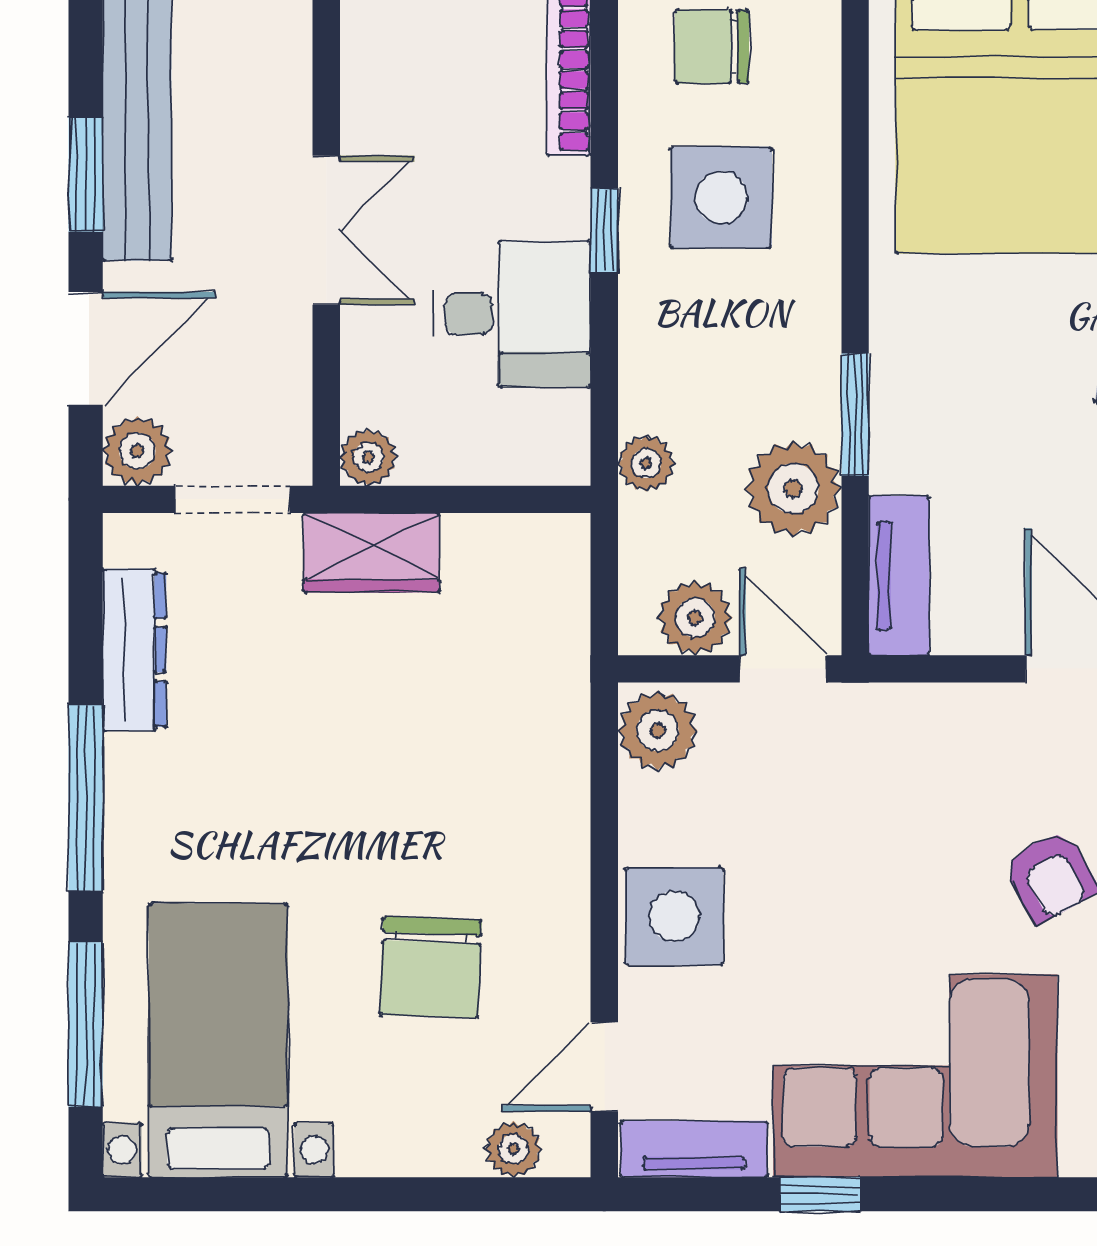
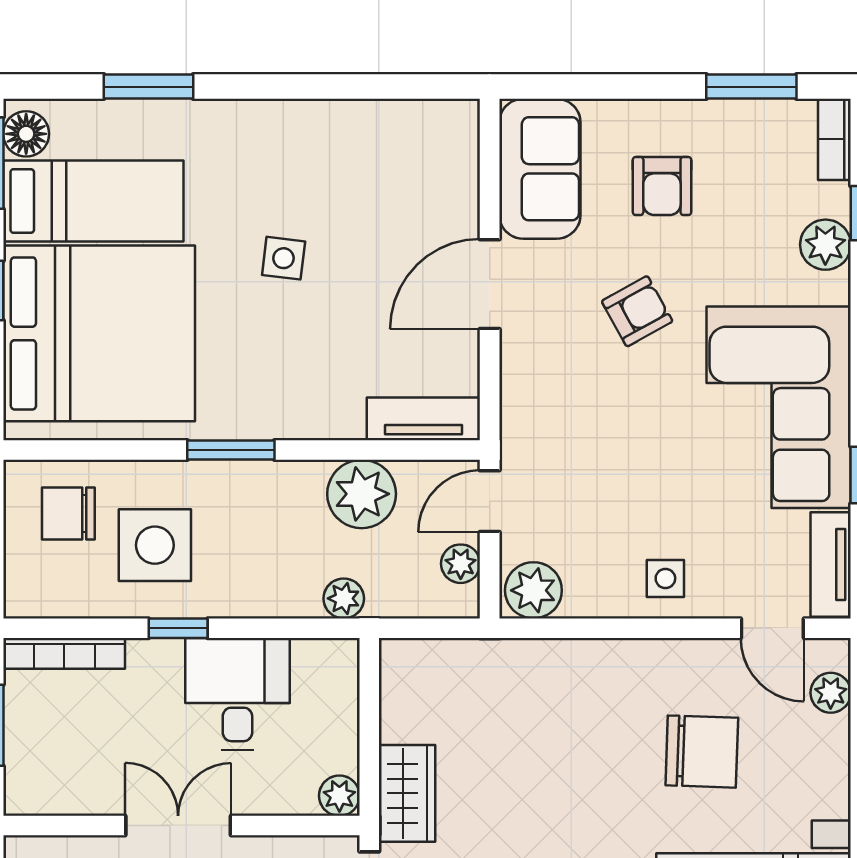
chair: (712, 47) -> (68, 514), moved, turned 90
window: (855, 415) -> (231, 450), moved
plant: (695, 618) -> (461, 564), width x0.73, depth x0.73
side table: (674, 916) -> (665, 578), width x0.54, depth x0.54

